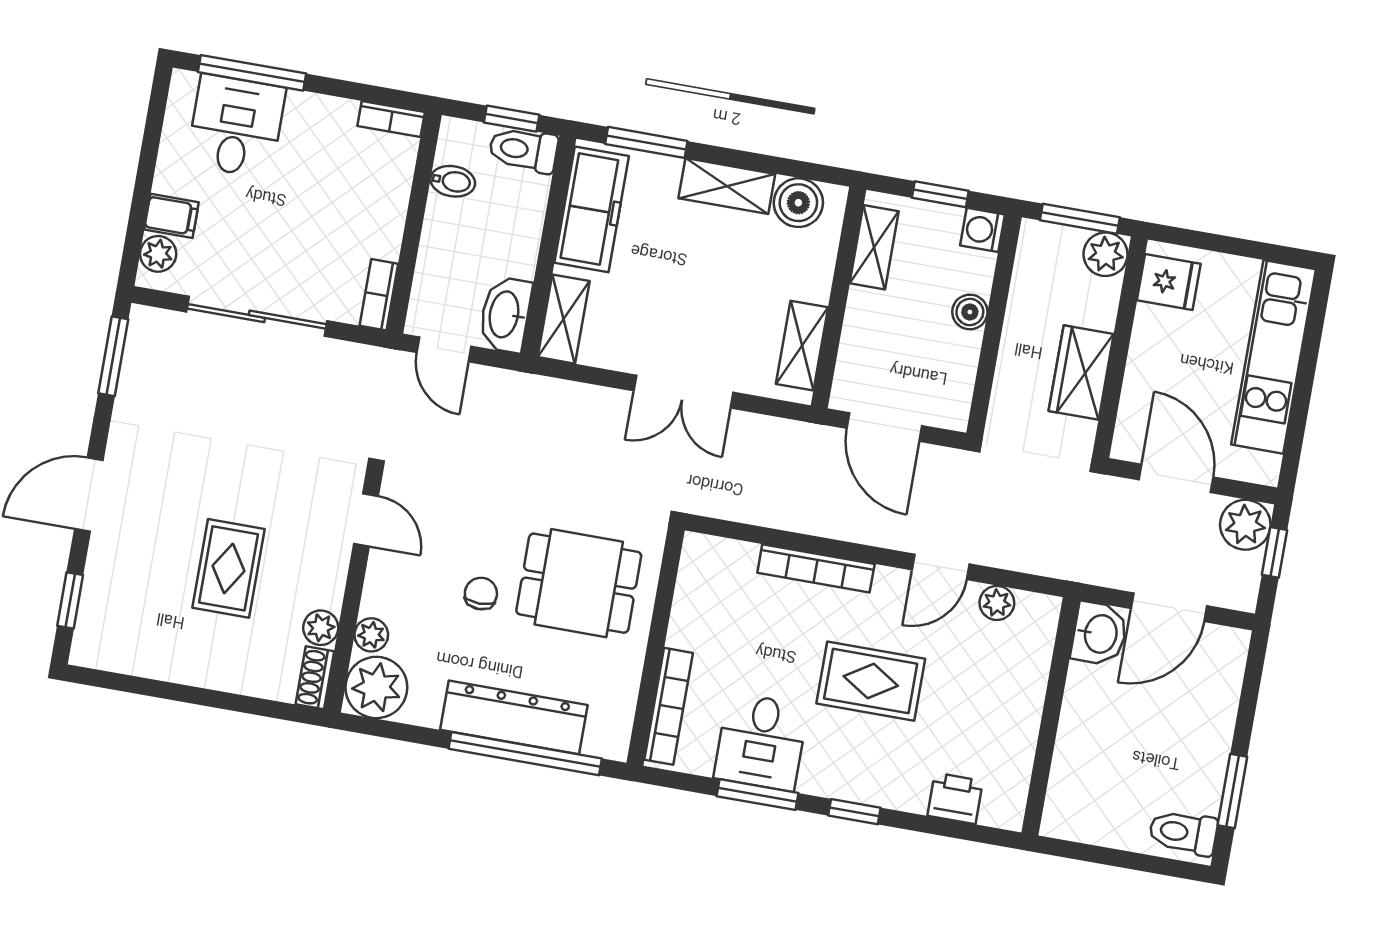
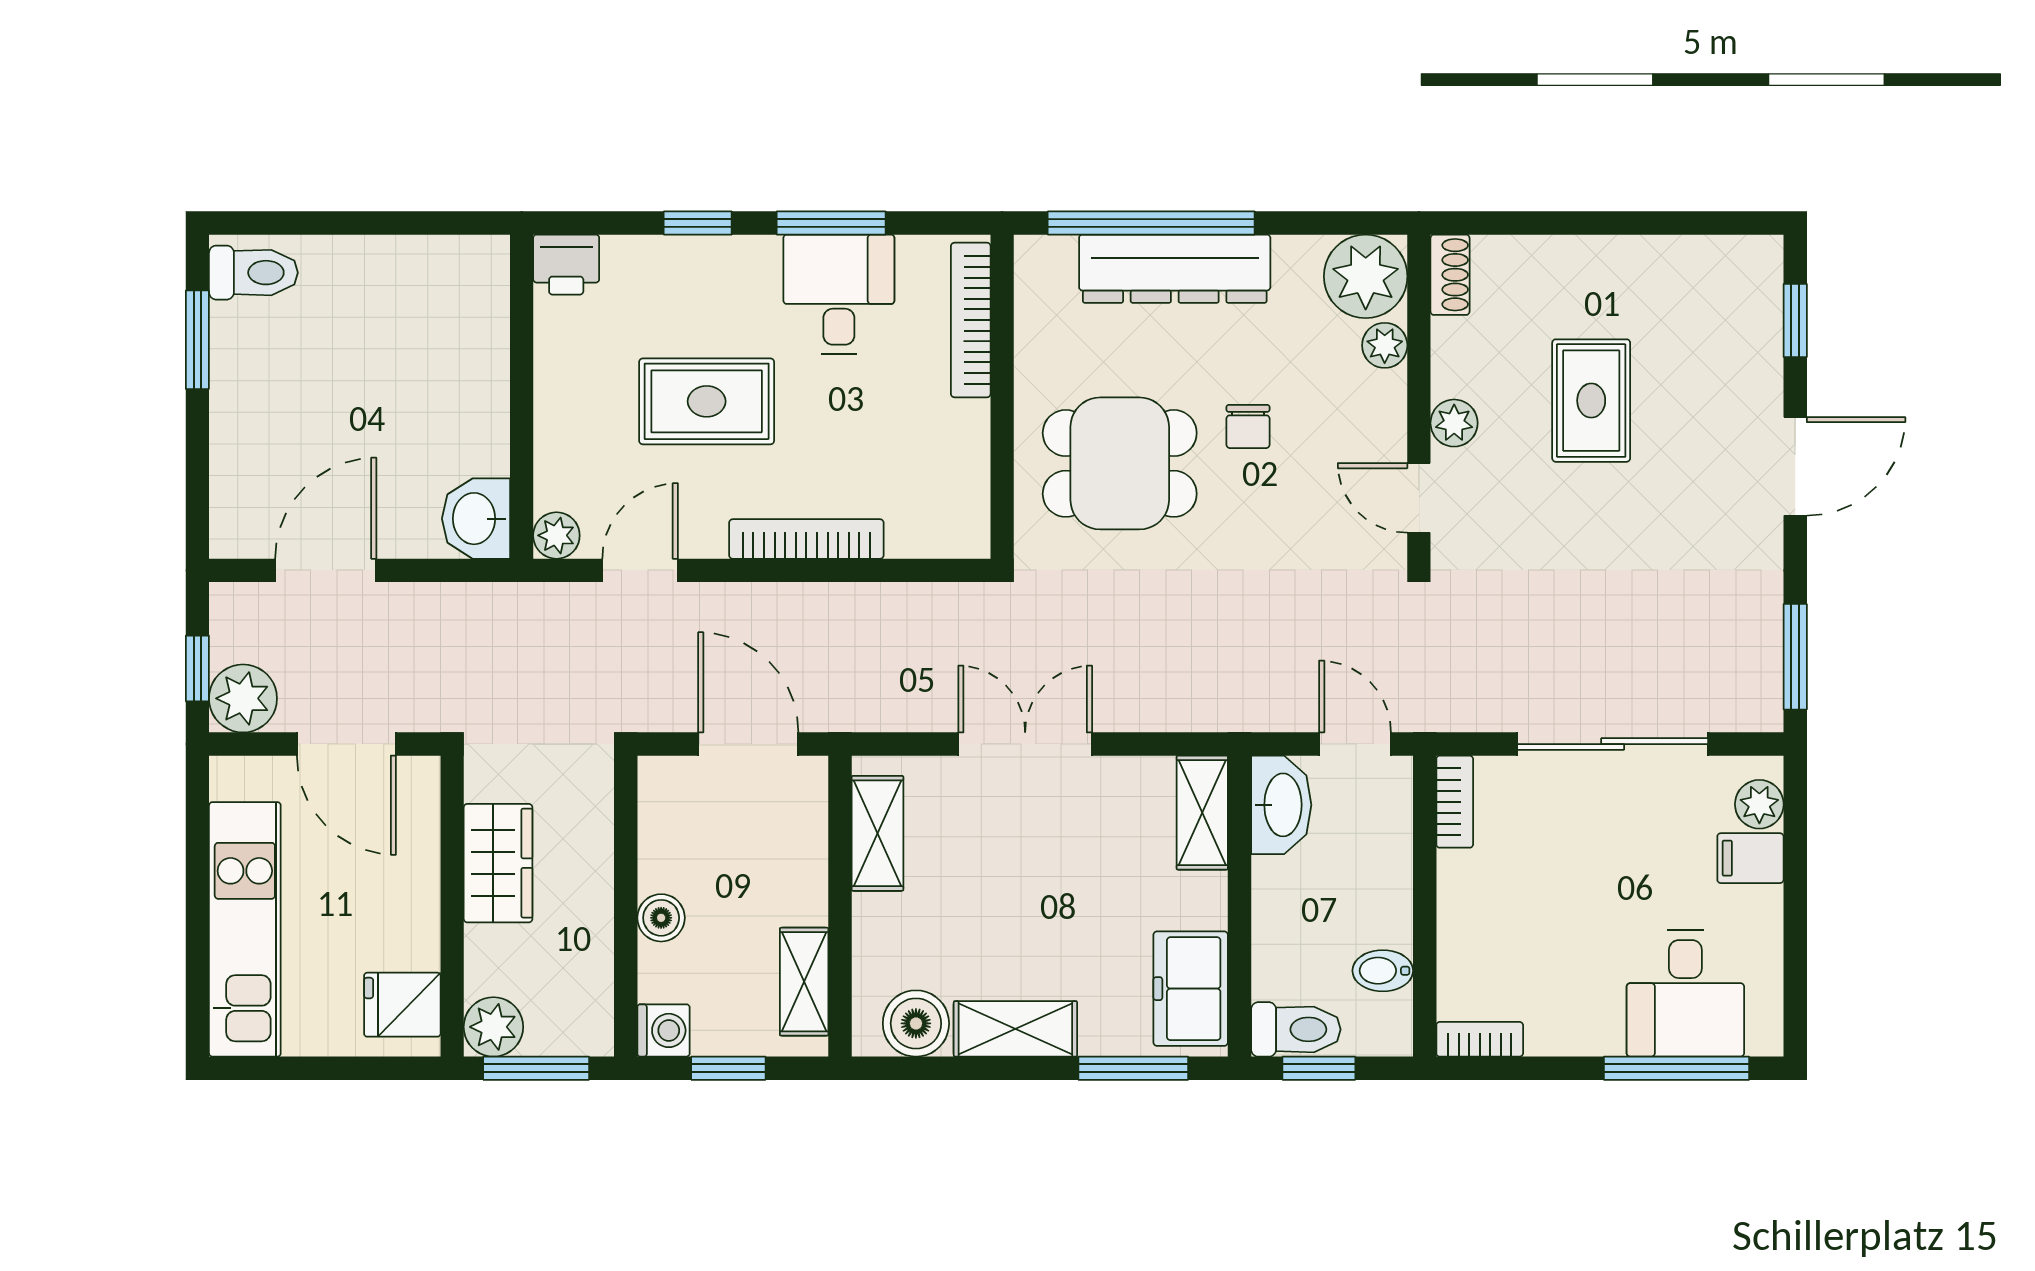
freezer: (592, 209) -> (1191, 989), width x0.71
plant: (321, 628) -> (1454, 423), moved
washbasin: (1099, 634) -> (476, 519), moved
wall: (1051, 716) -> (522, 397), moved

